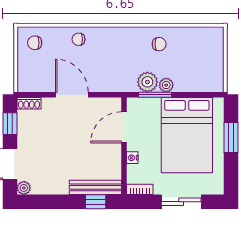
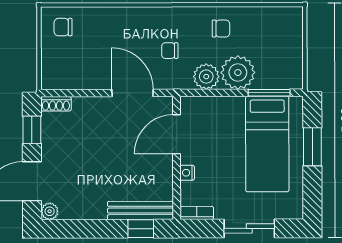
chair: (78, 39) -> (170, 51), moved
plant: (166, 85) -> (238, 73), width x1.87, depth x1.87
door: (72, 95) -> (133, 93), moved
window: (155, 95) -> (269, 93), moved
bed: (187, 135) -> (267, 144), width x0.67

